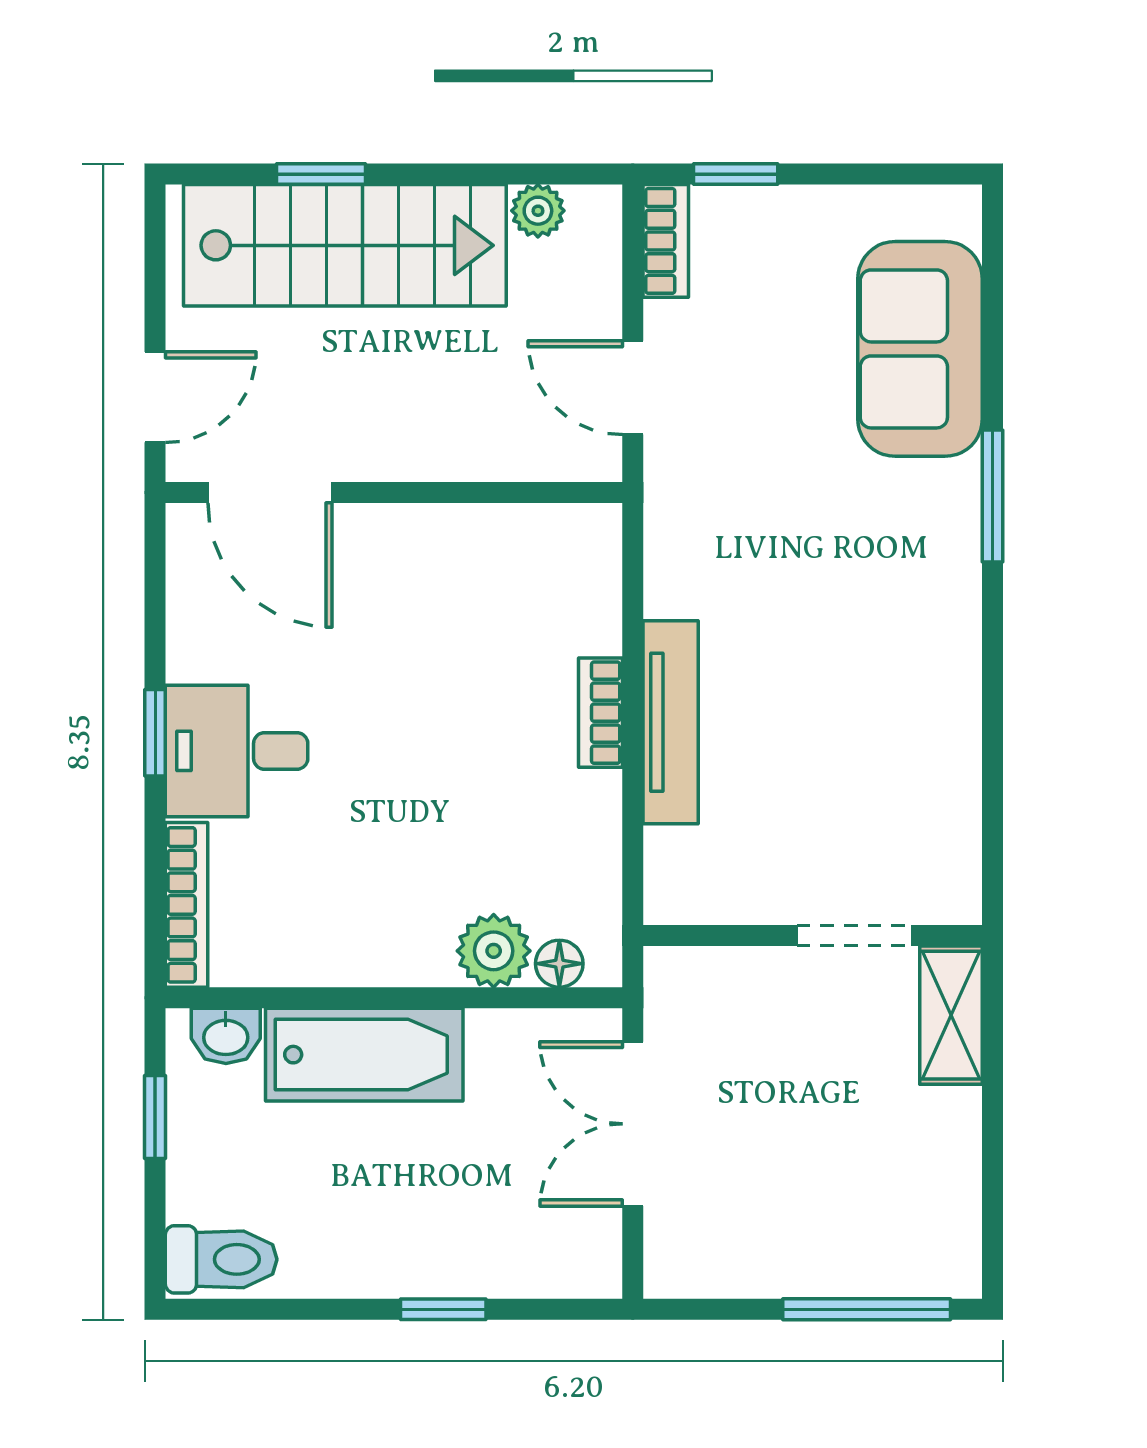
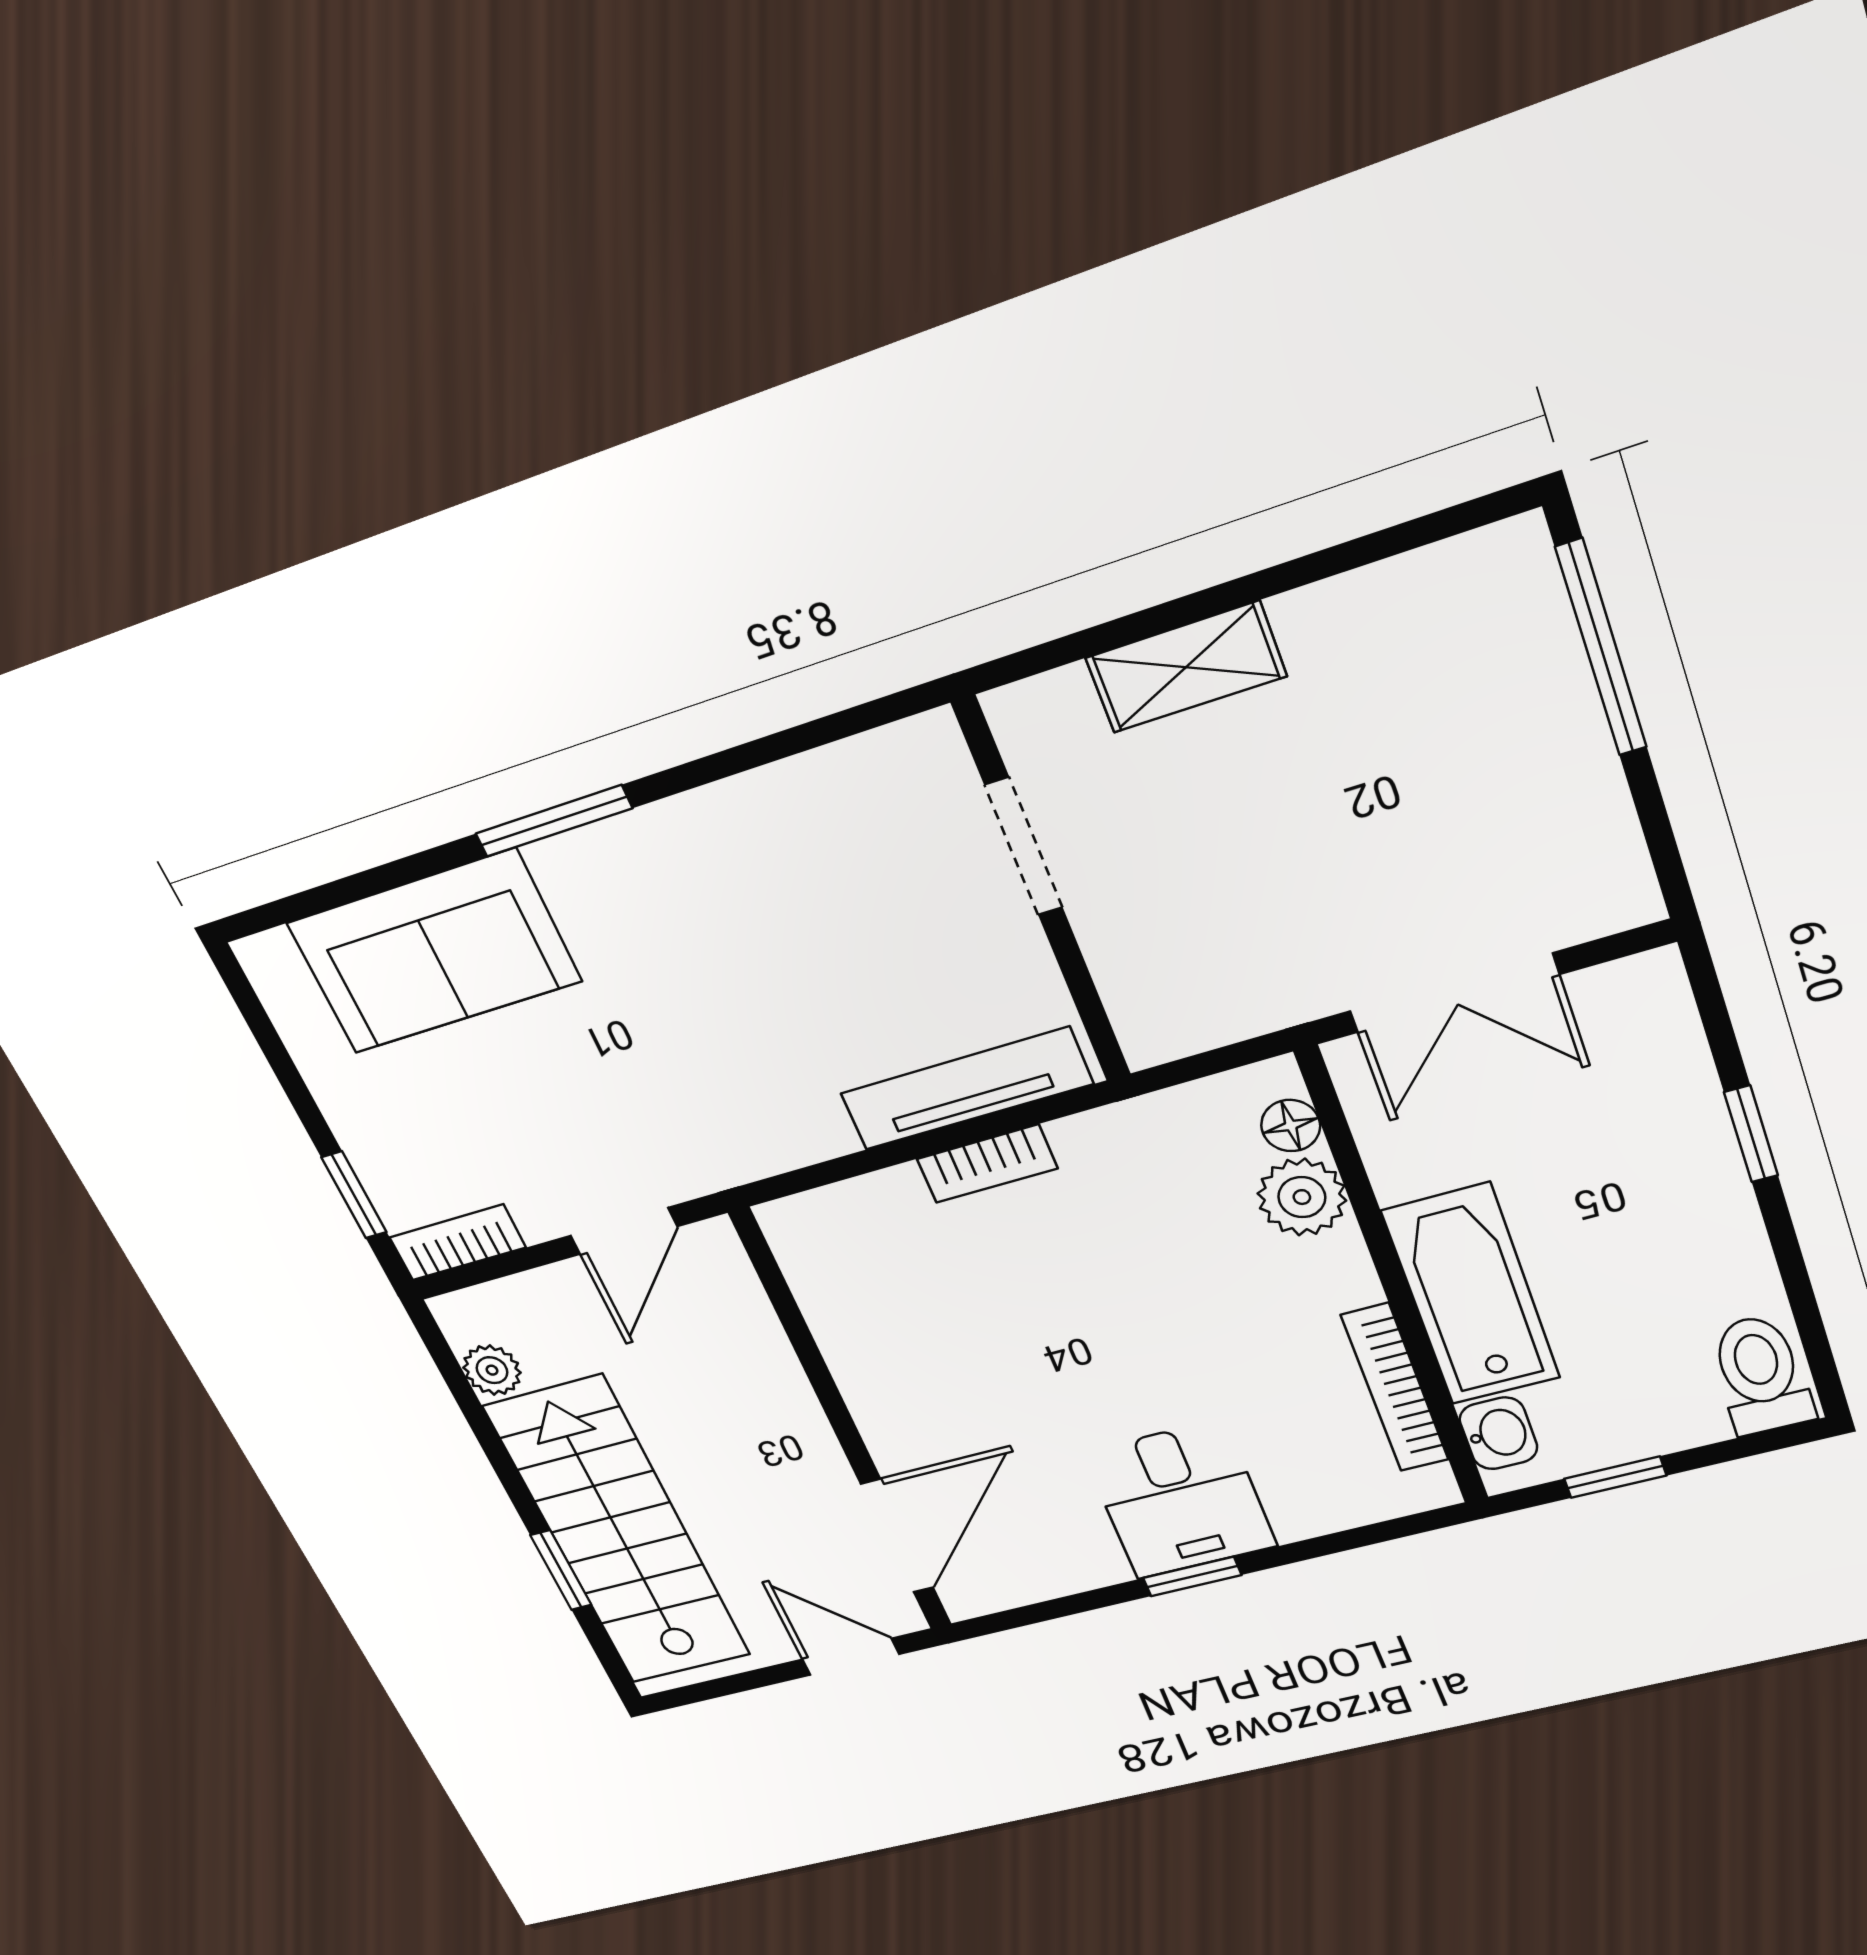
bookcase: (187, 905) -> (1395, 1388), moved, turned -90
wall: (813, 935) -> (1043, 894), moved
doorway: (854, 935) -> (1024, 847), moved

